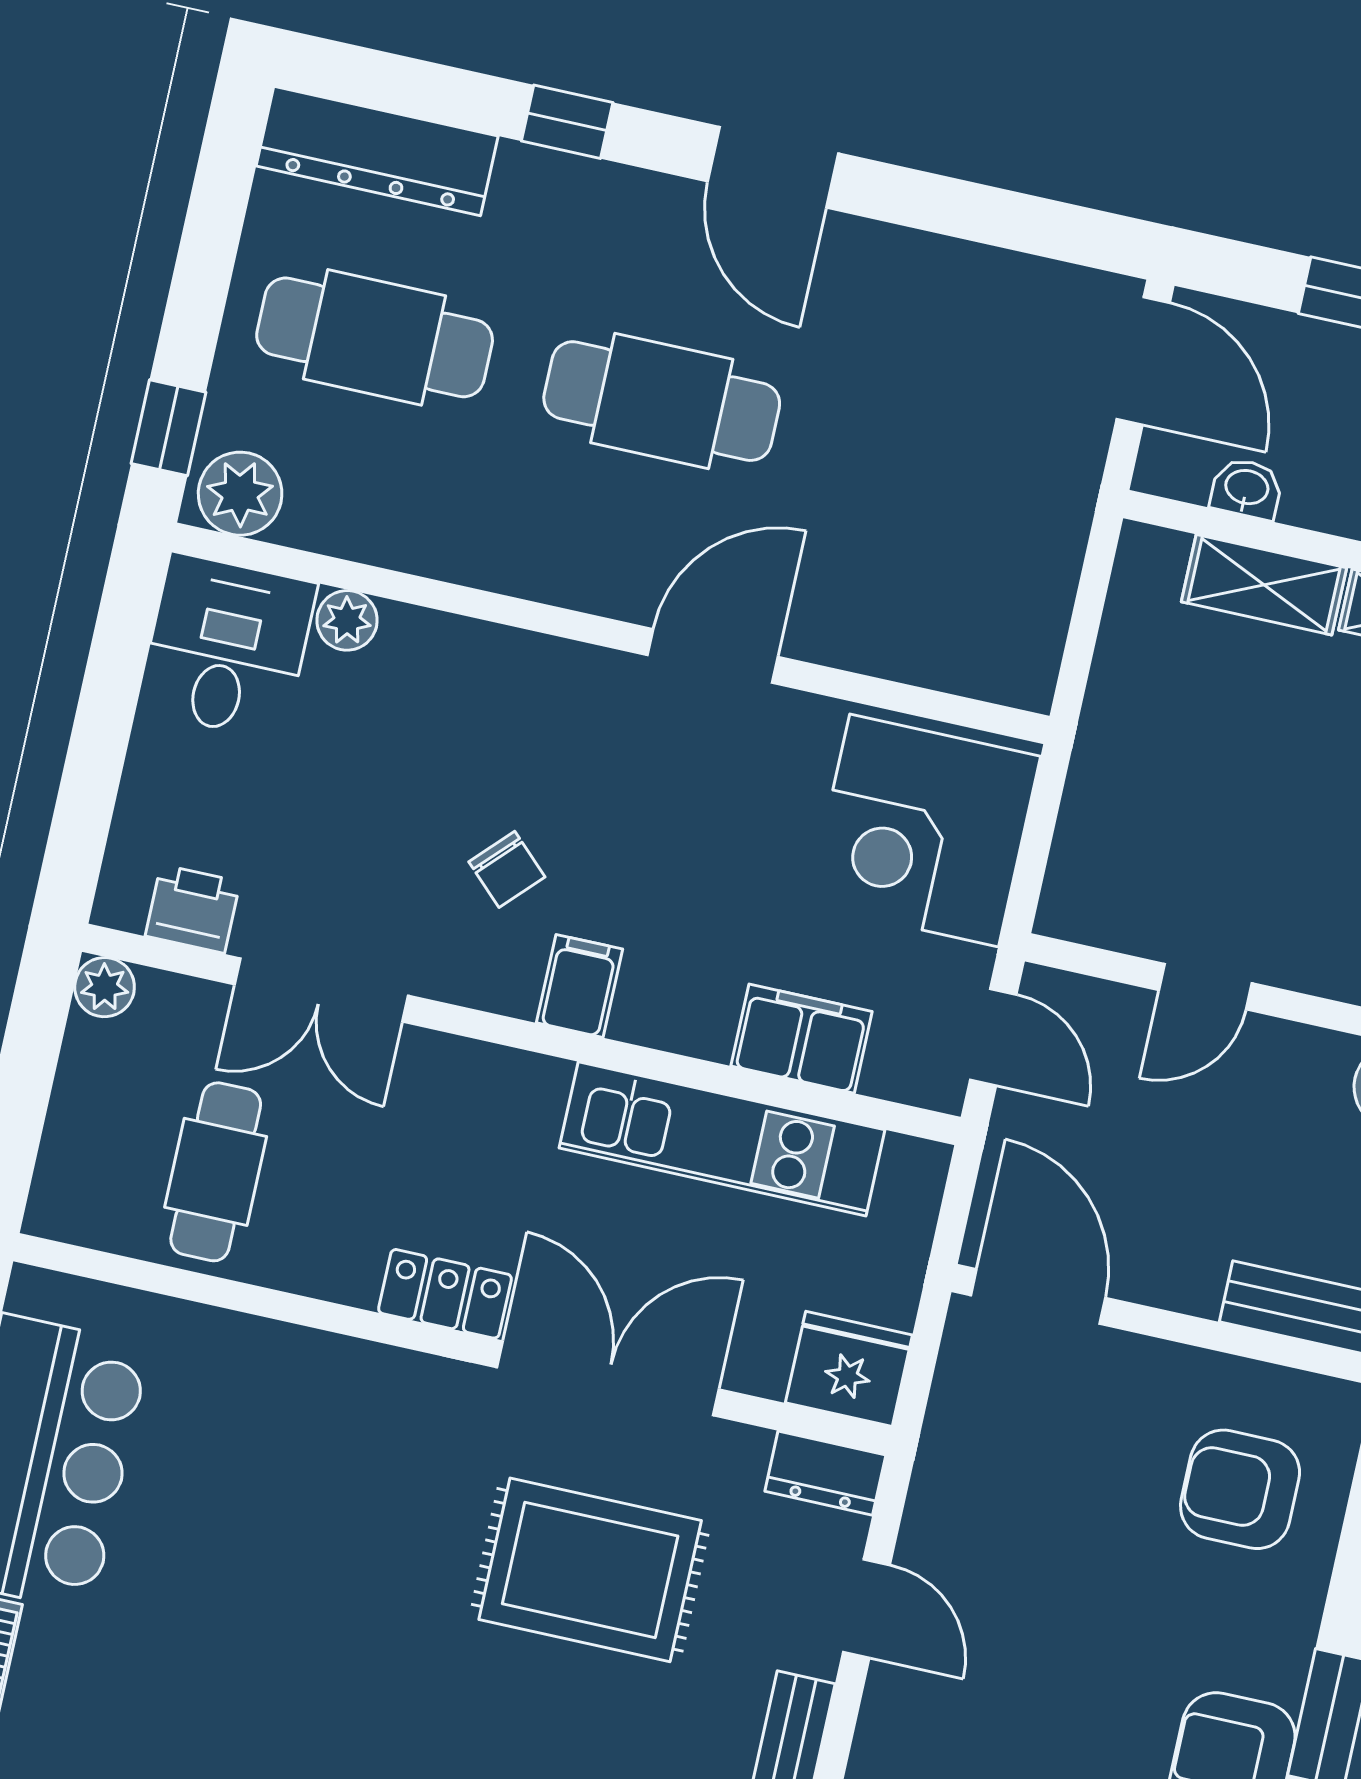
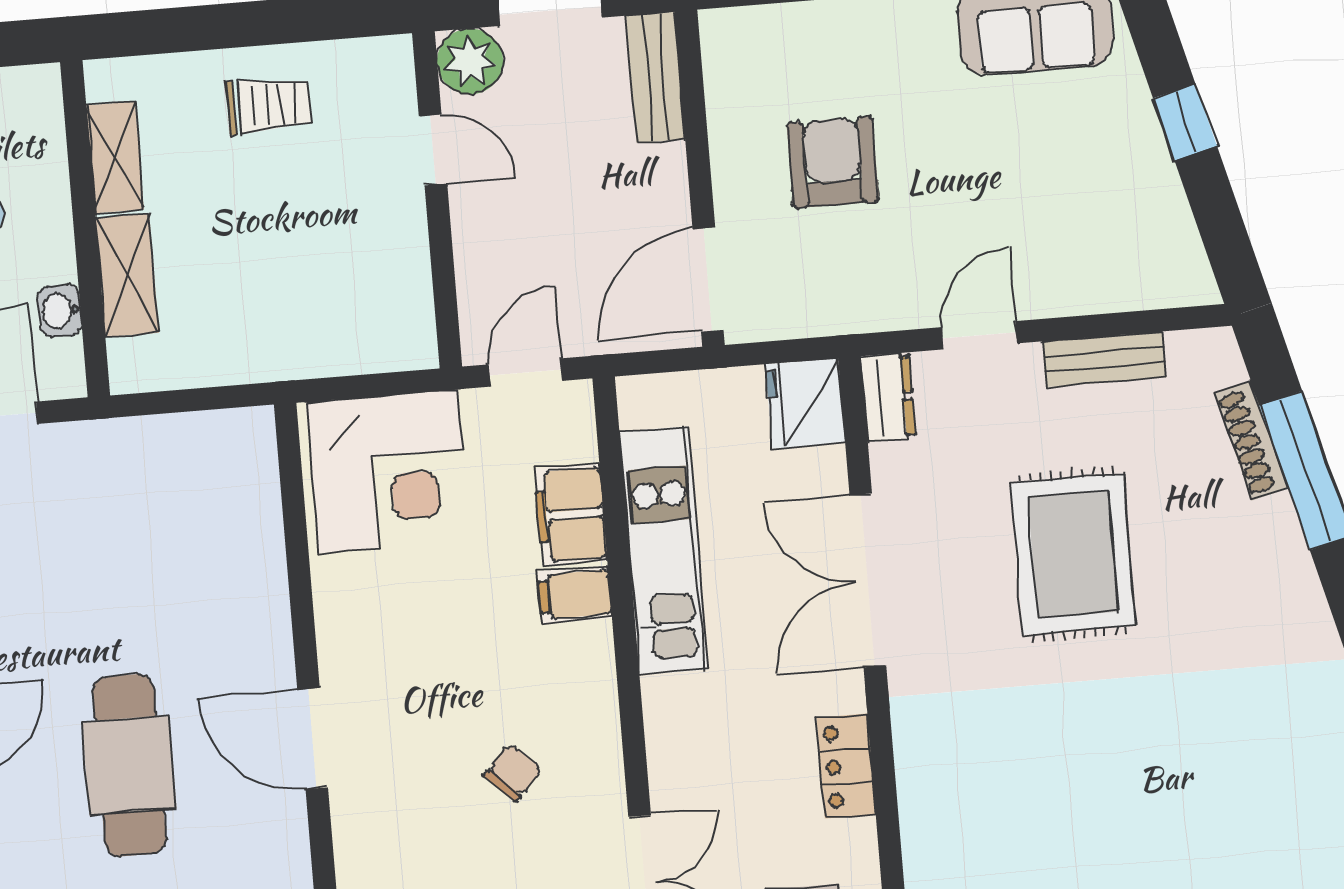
door: (713, 656) -> (313, 739), moved
filing cabinet: (579, 986) -> (575, 595), moved
door: (1205, 987) -> (433, 150), moved
locker: (445, 1294) -> (846, 766), moved
armchair: (1240, 1489) -> (833, 162), moved, turned 180
rug: (590, 1570) -> (1073, 554), moved

